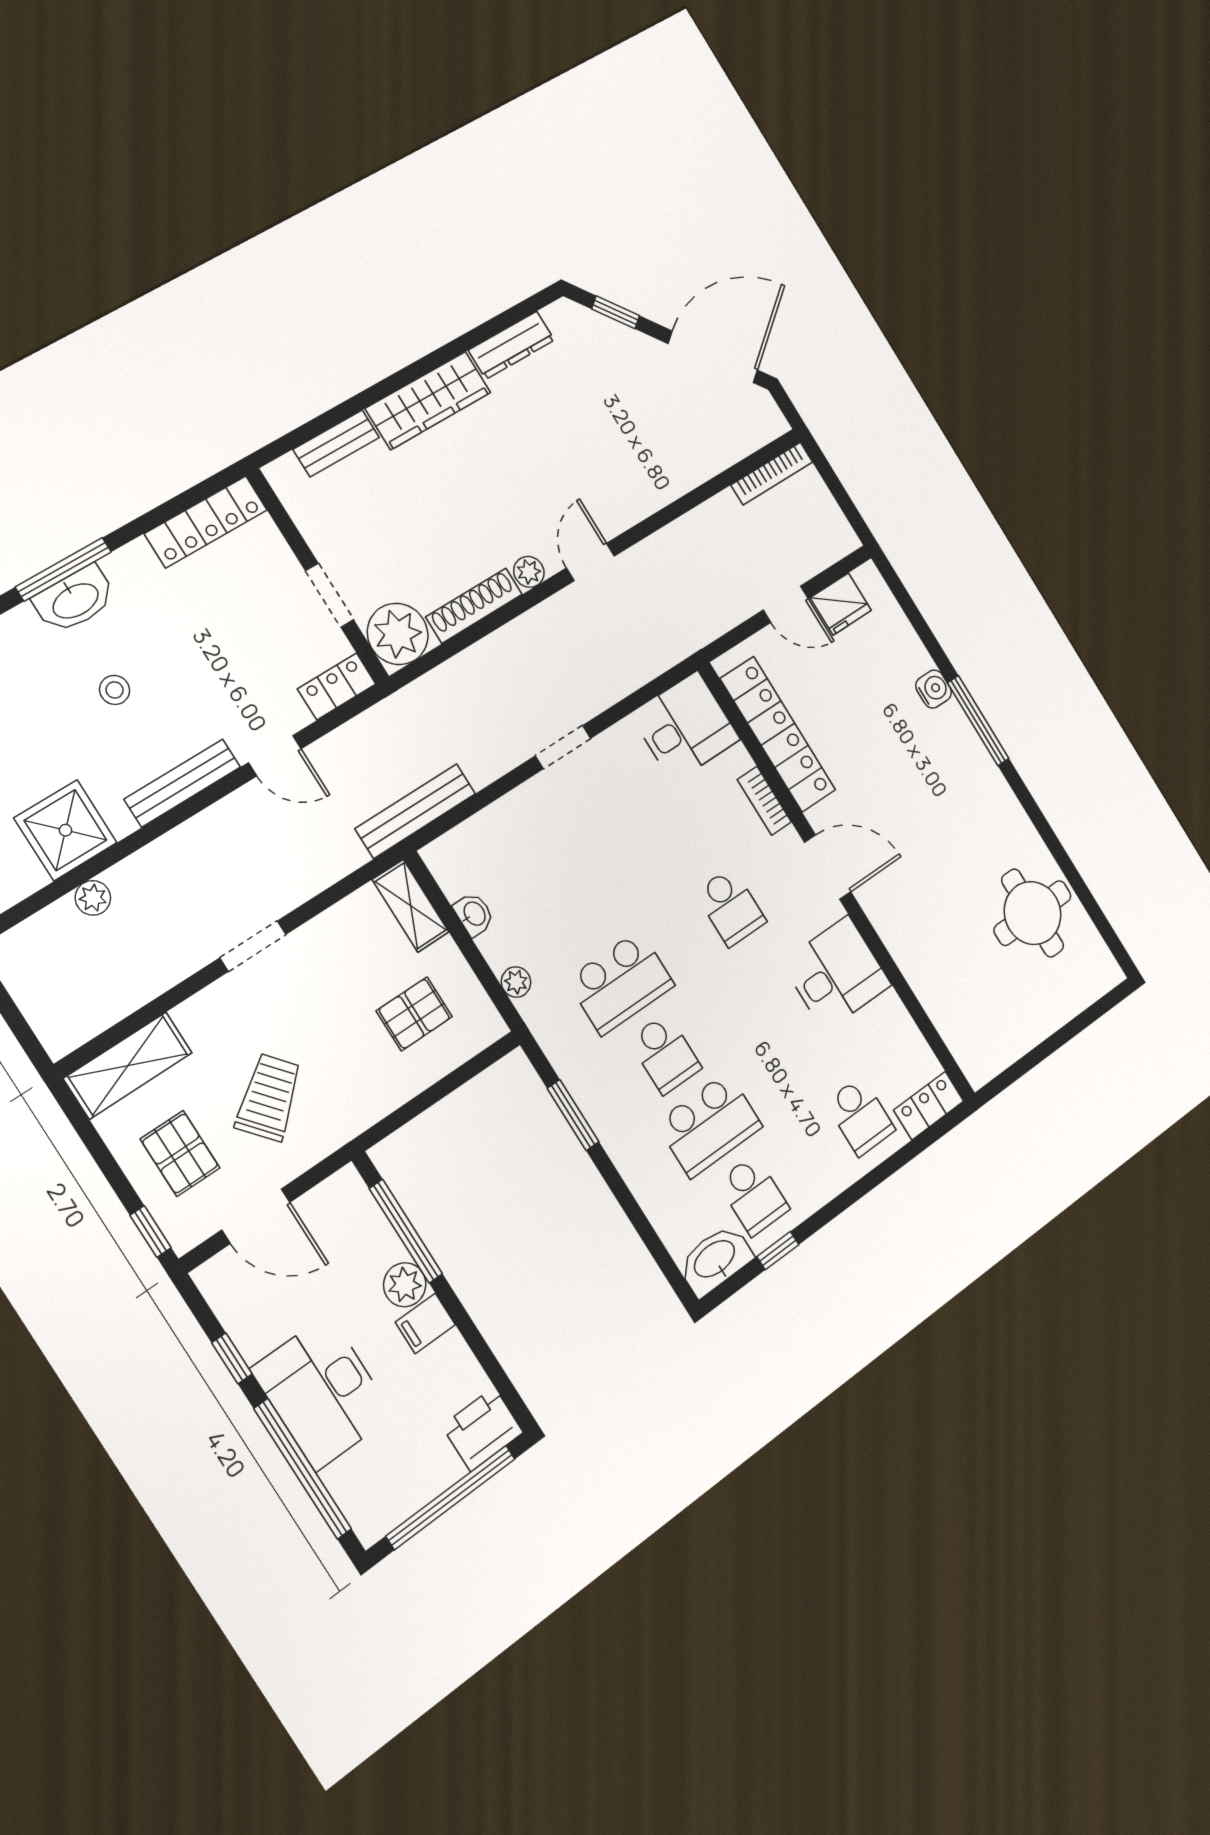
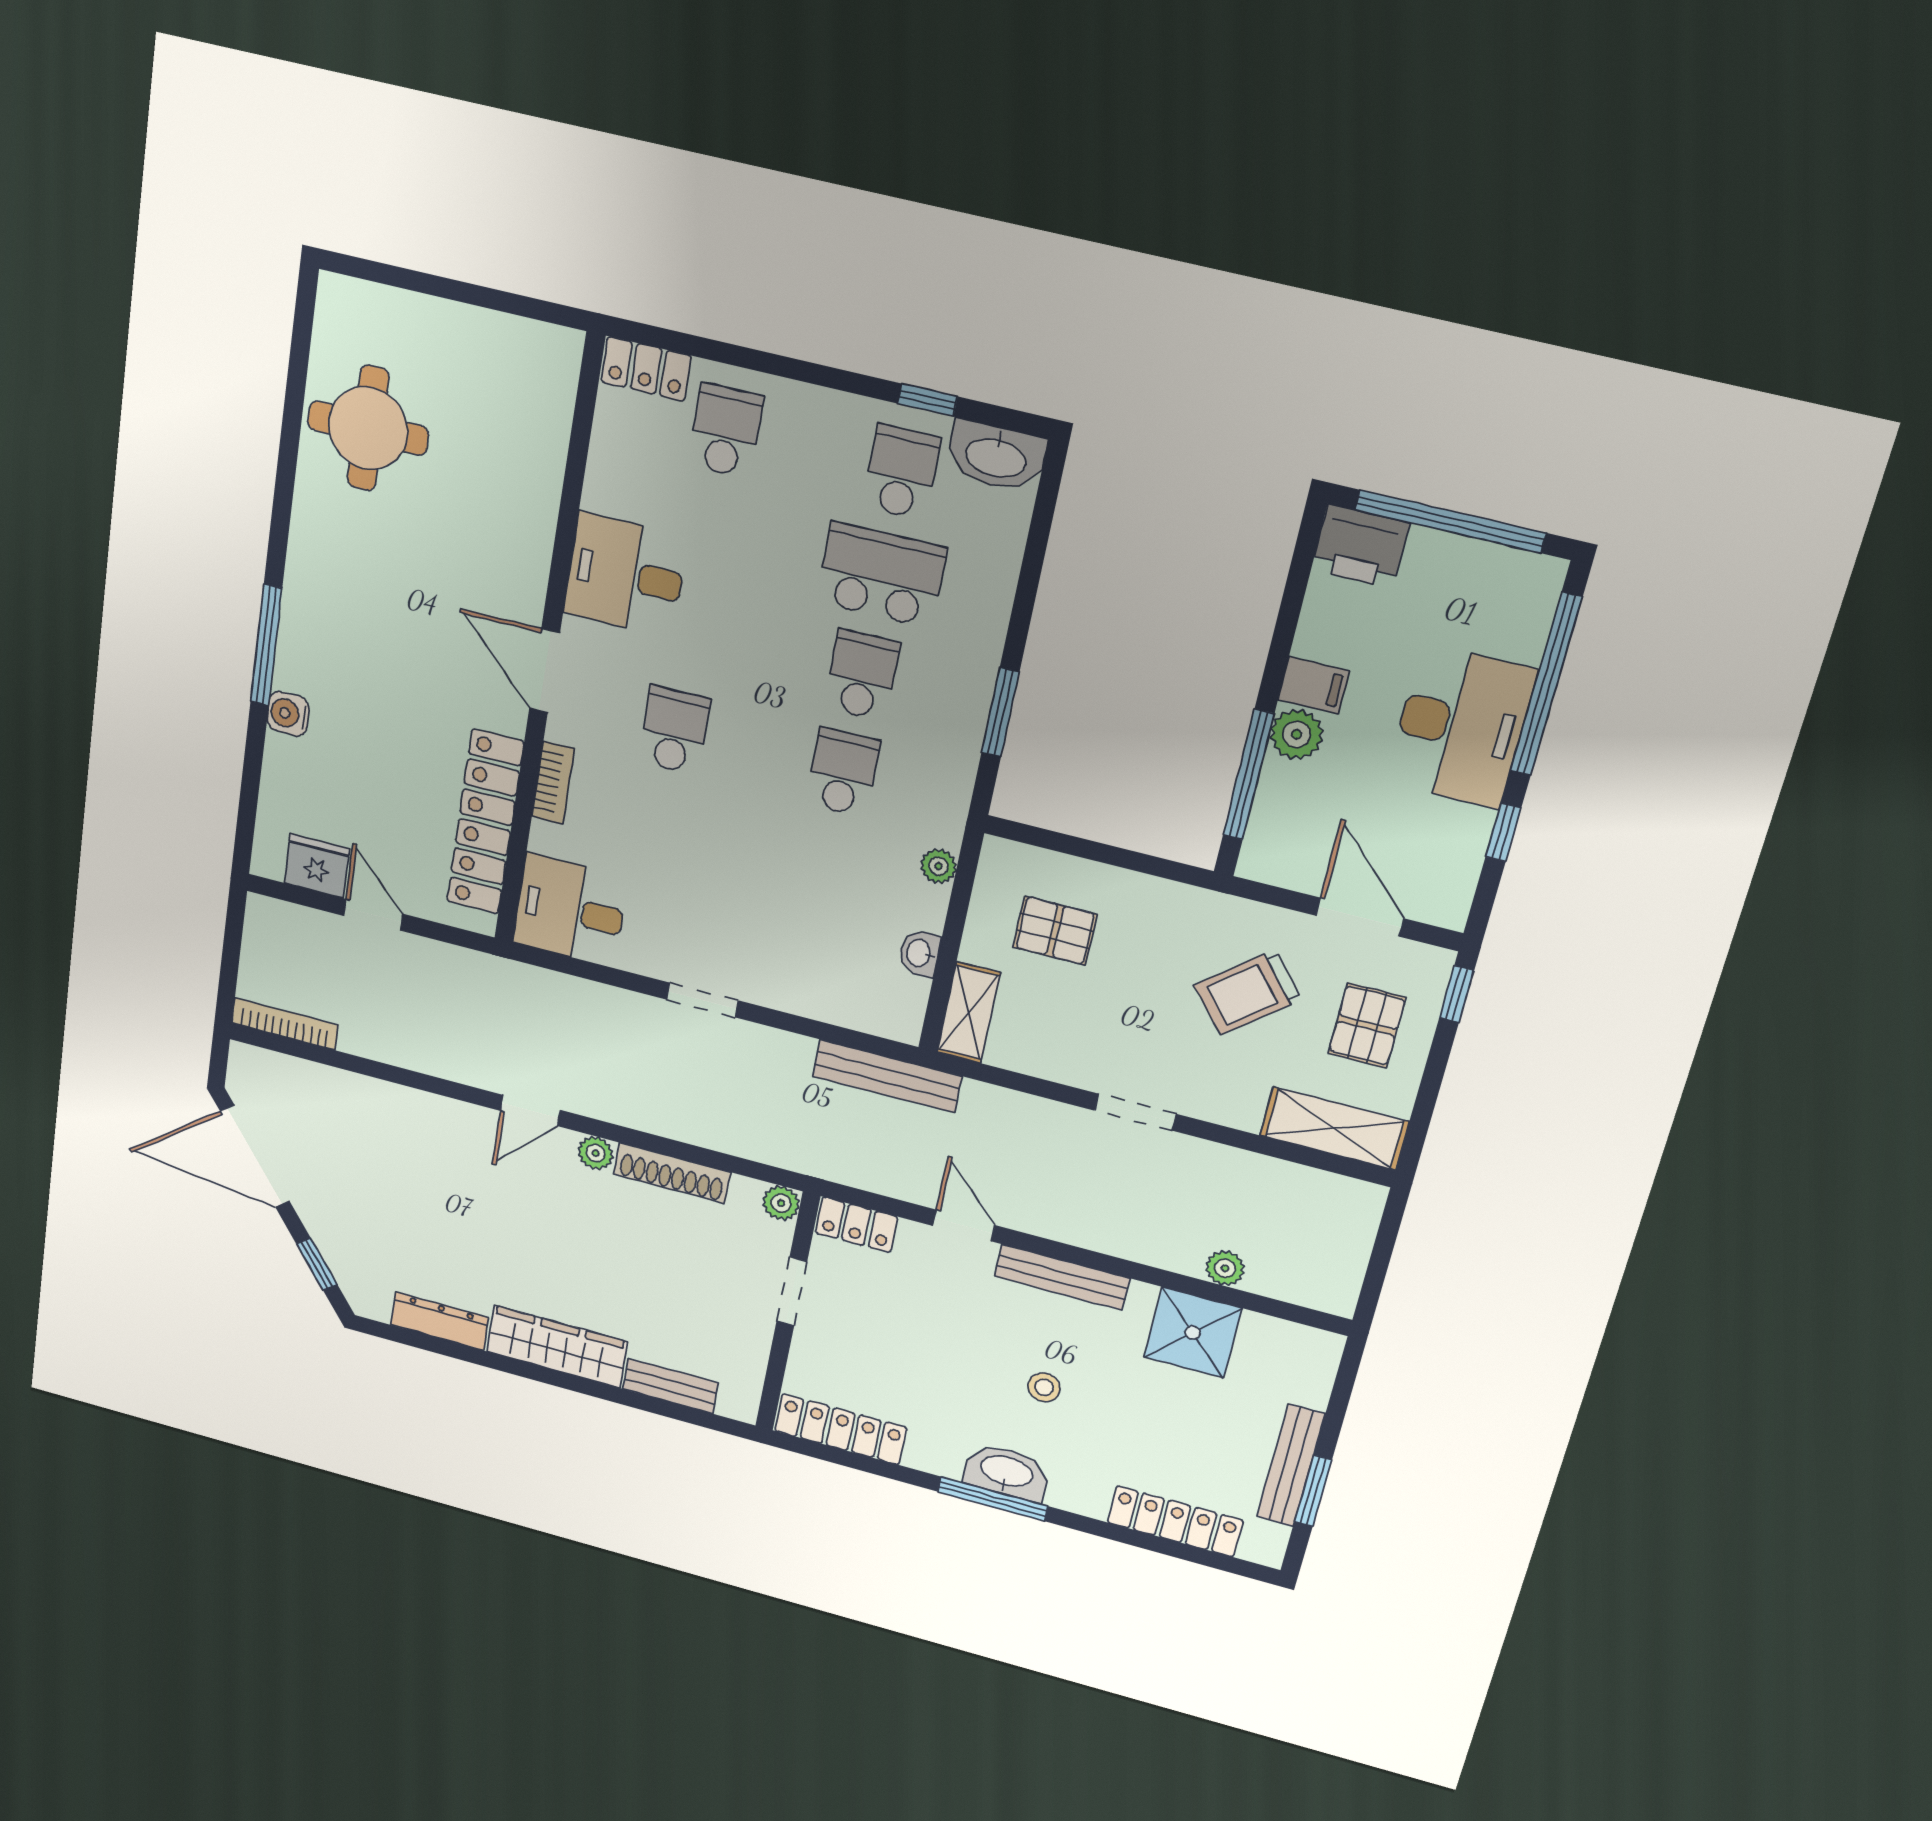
plant: (398, 634) -> (781, 1203), width x0.53, depth x0.53
school desk: (621, 983) -> (843, 772), width x0.54

